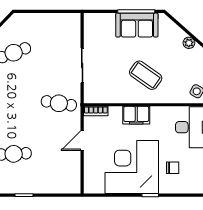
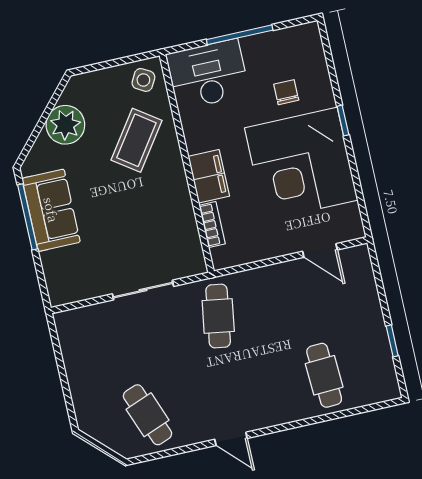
plant: (189, 43) -> (65, 125), width x1.88, depth x1.88
coffee table: (146, 75) -> (136, 140), moved
bookcase: (96, 111) -> (212, 225), moved
door: (82, 141) -> (320, 251), moved

